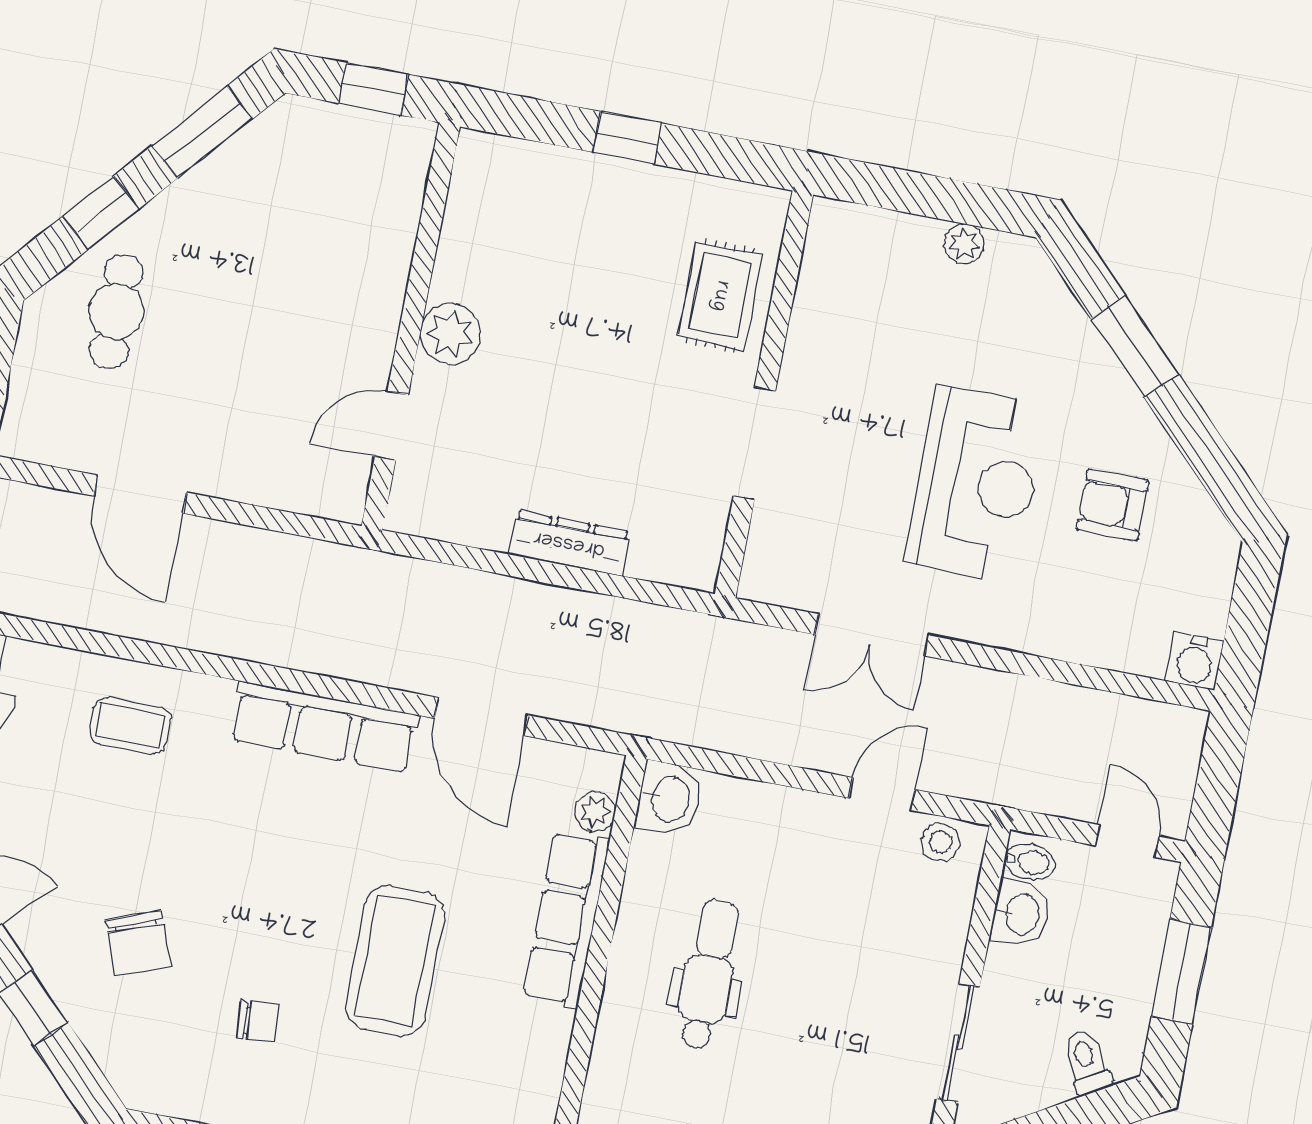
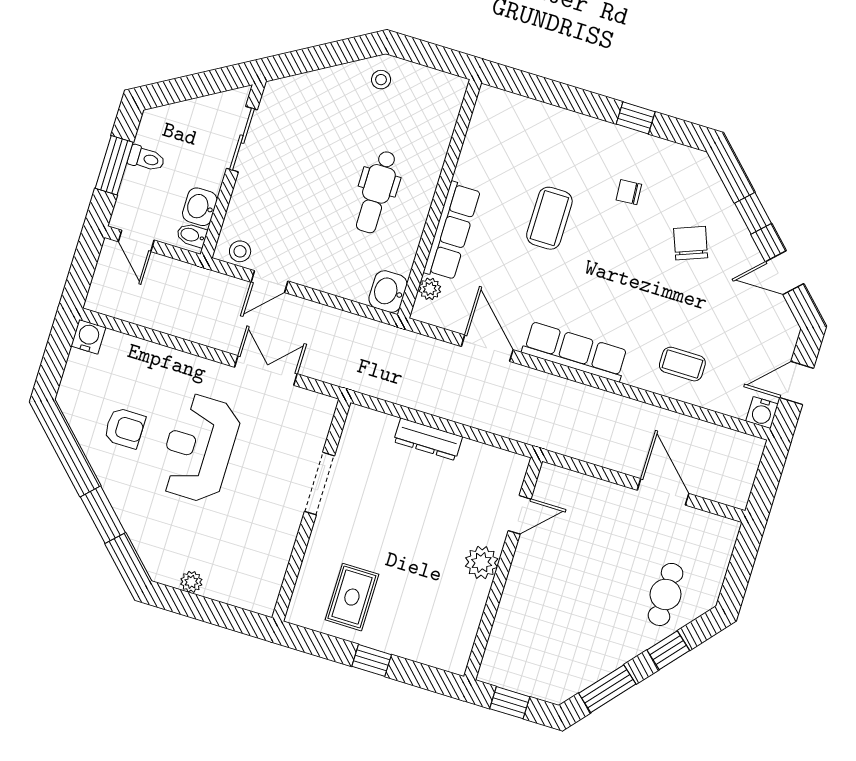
rug: (720, 296) -> (352, 597), moved
coffee table: (395, 960) -> (549, 218), width x0.73, depth x0.76
toilet: (1086, 1062) -> (146, 159), moved, turned -60

